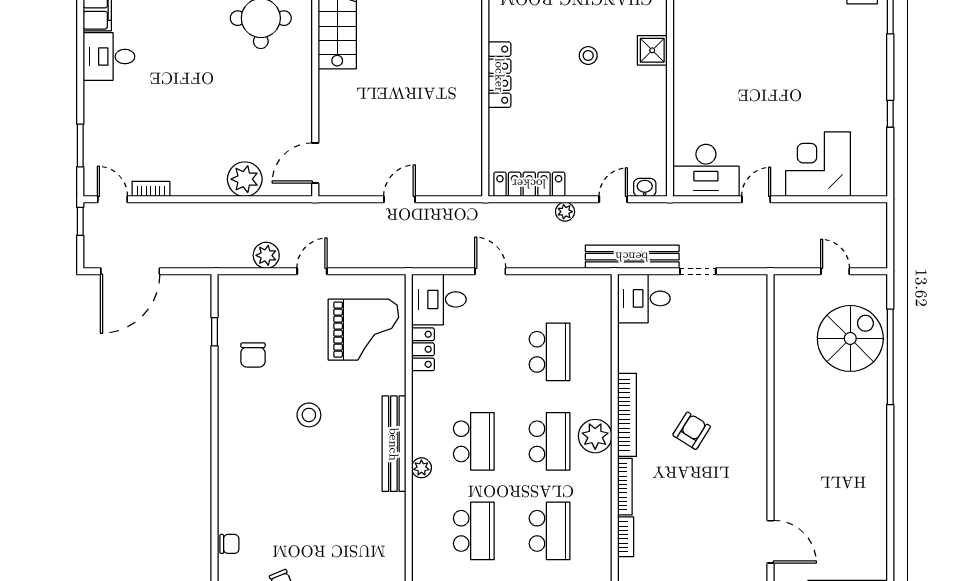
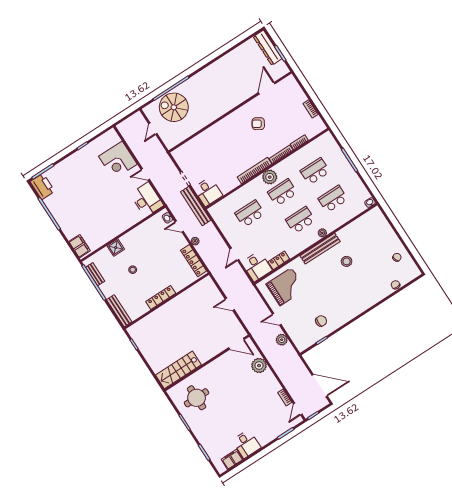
grand piano: (363, 330) -> (286, 287), turned 90
stool: (309, 415) -> (347, 261), moved
armchair: (692, 431) -> (258, 124), moved

